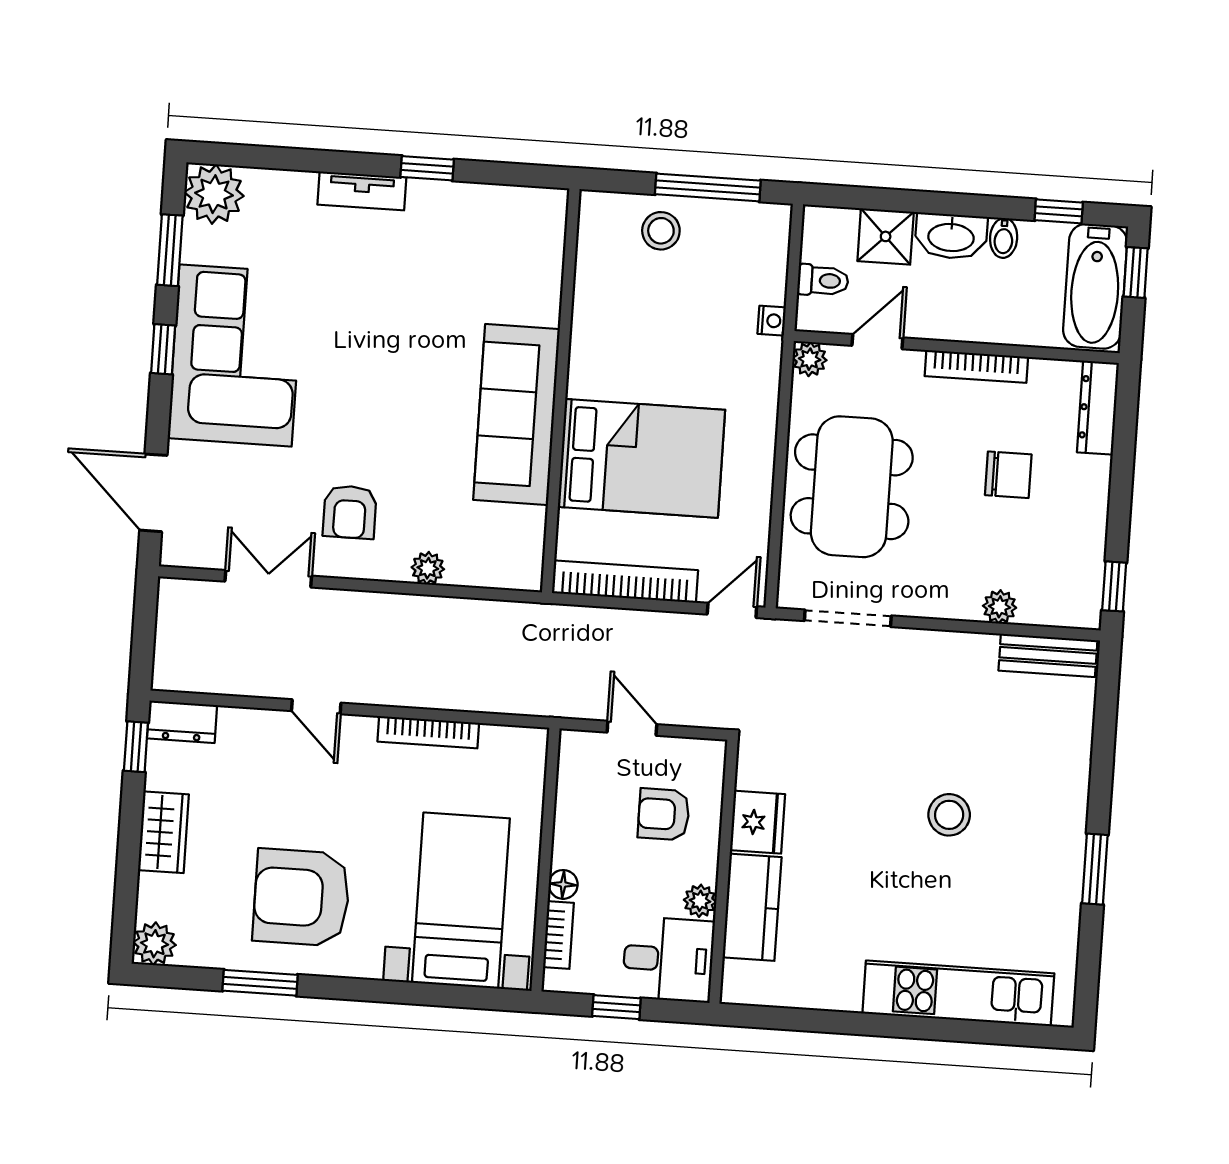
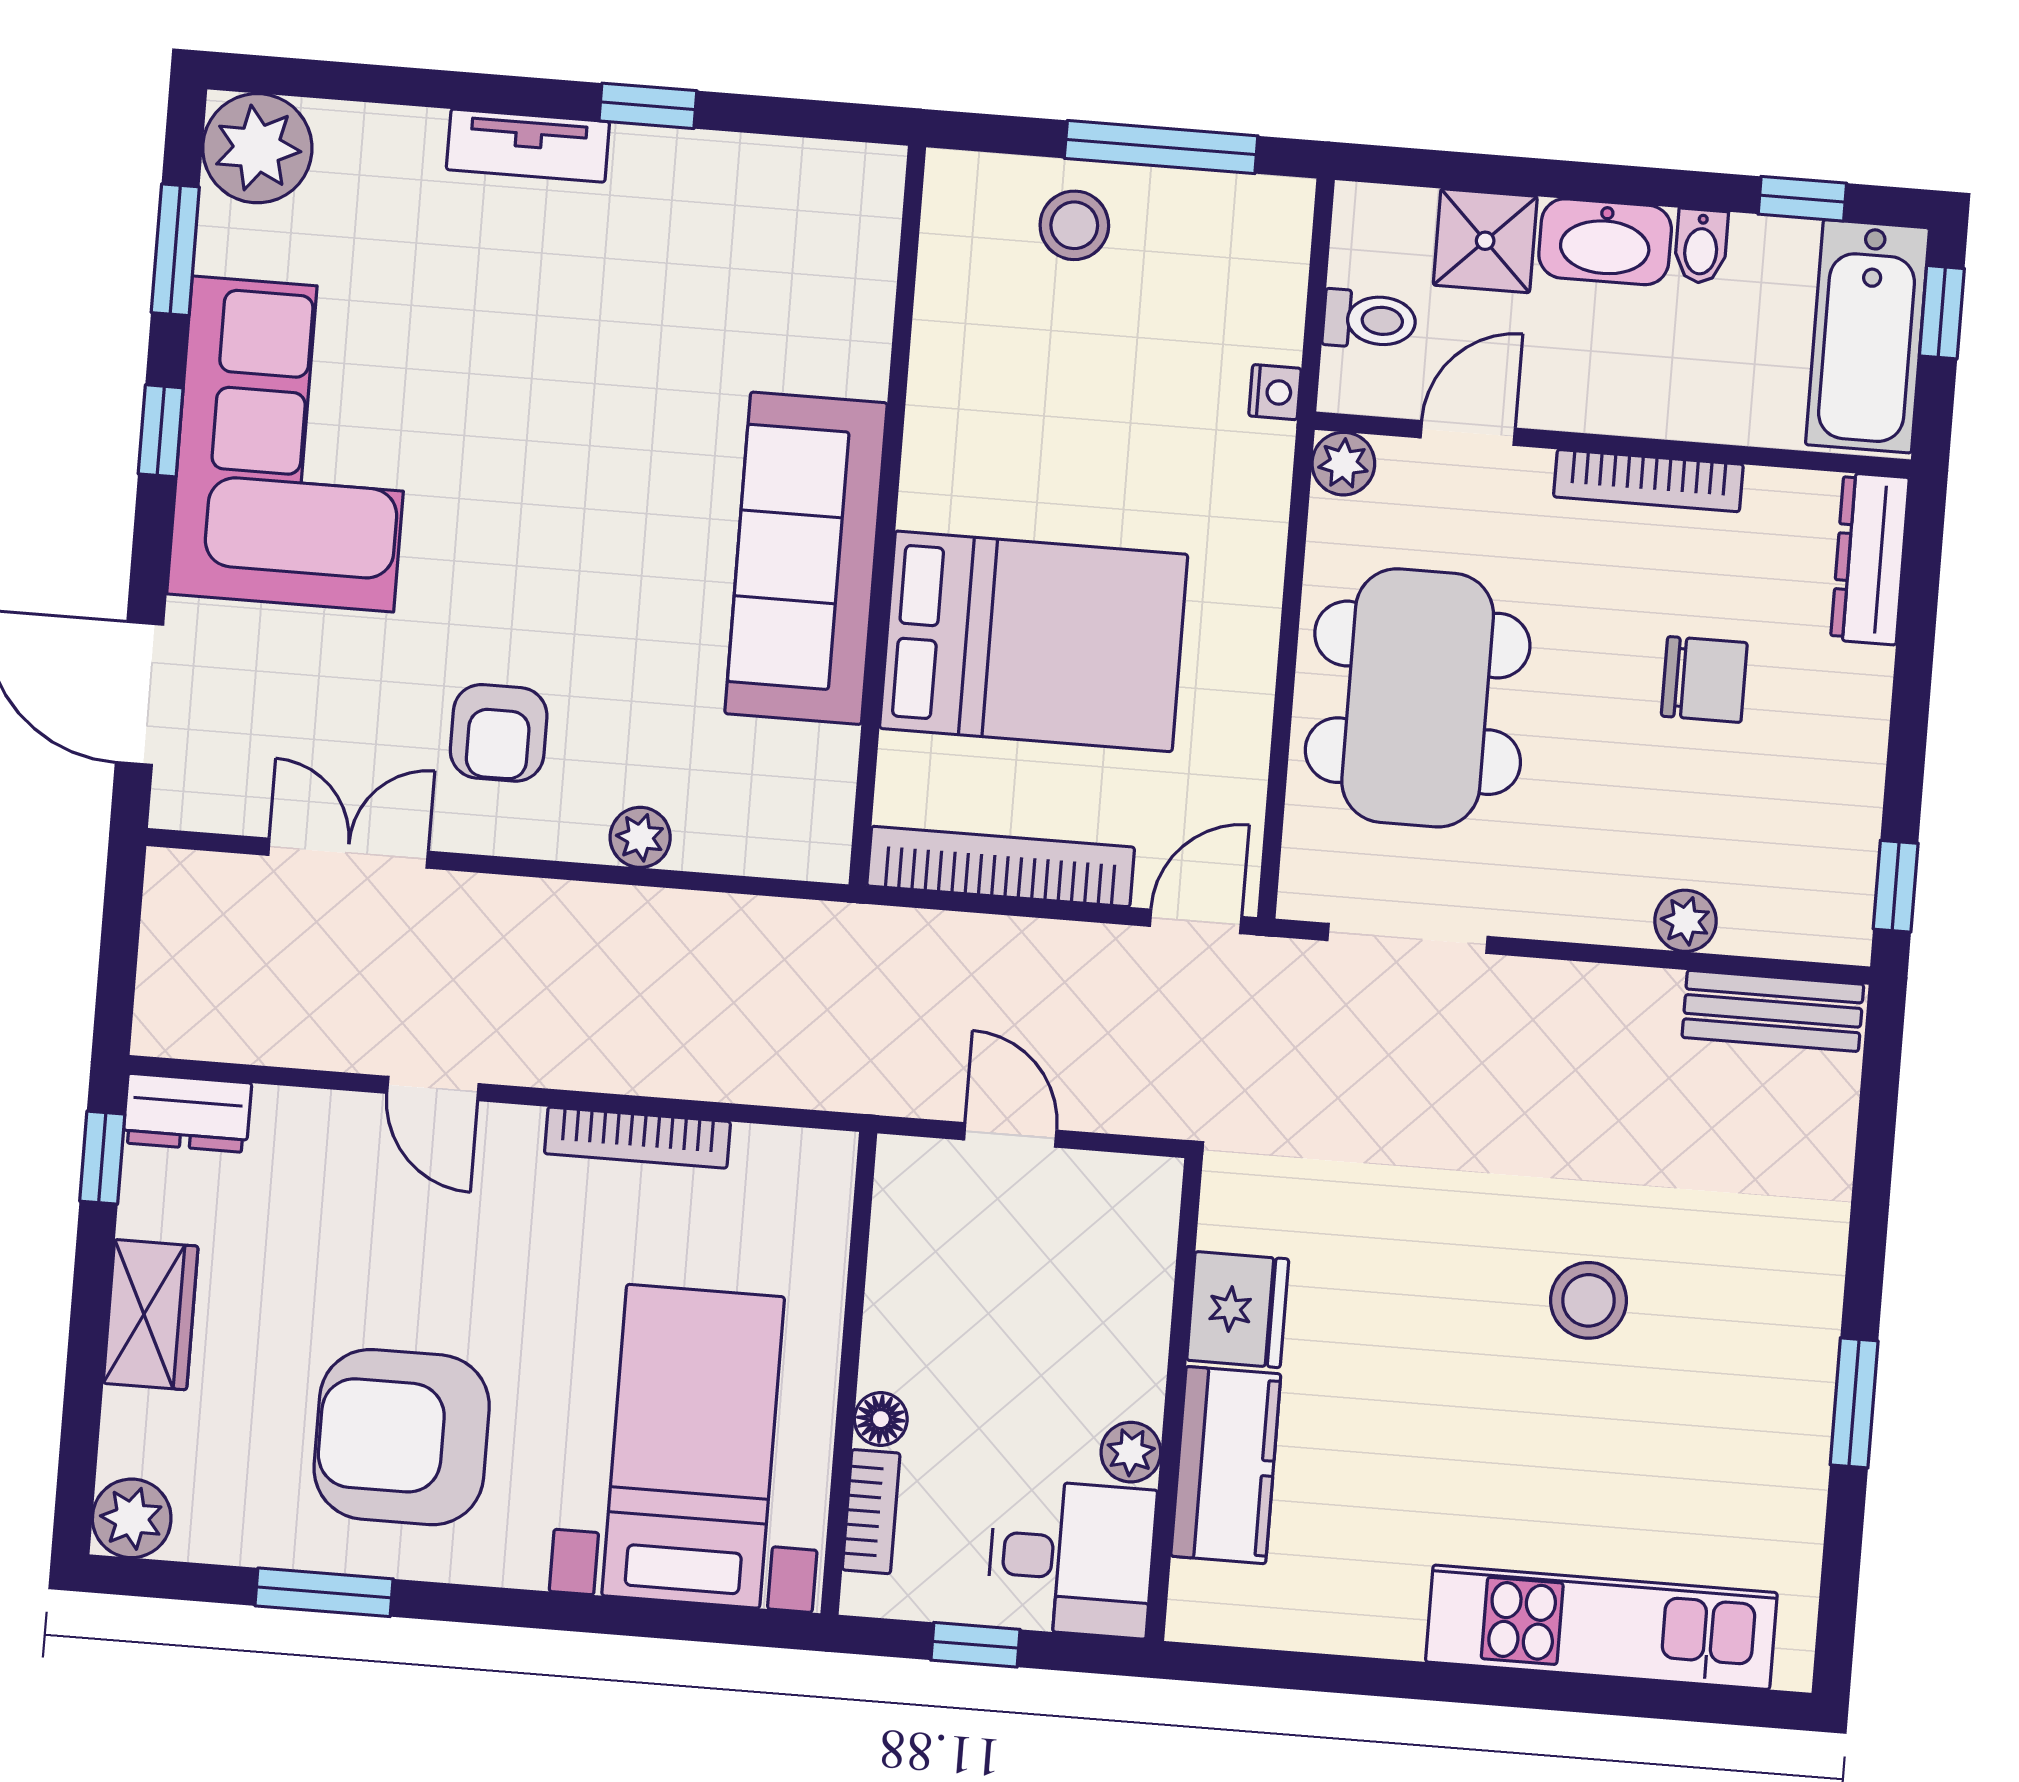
armchair: (664, 814) -> (1066, 1293), removed

